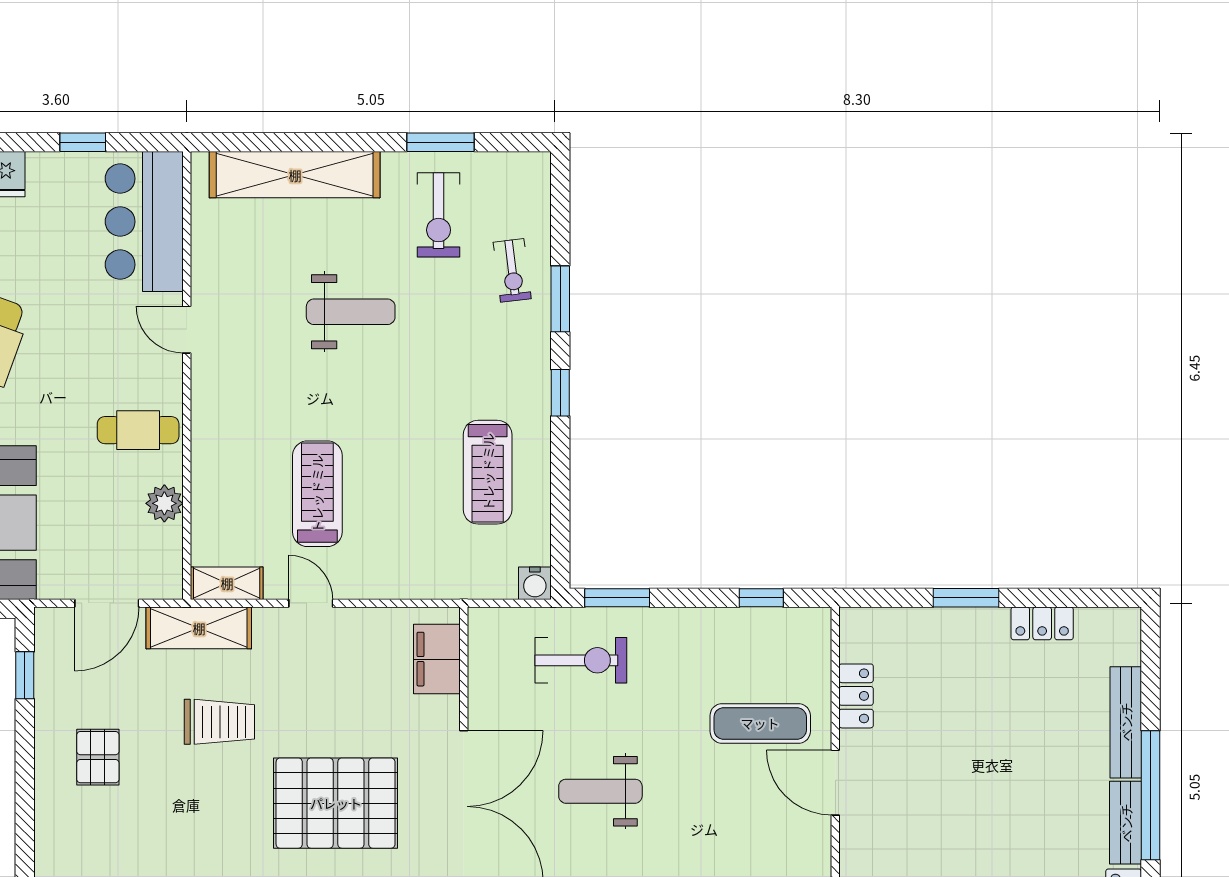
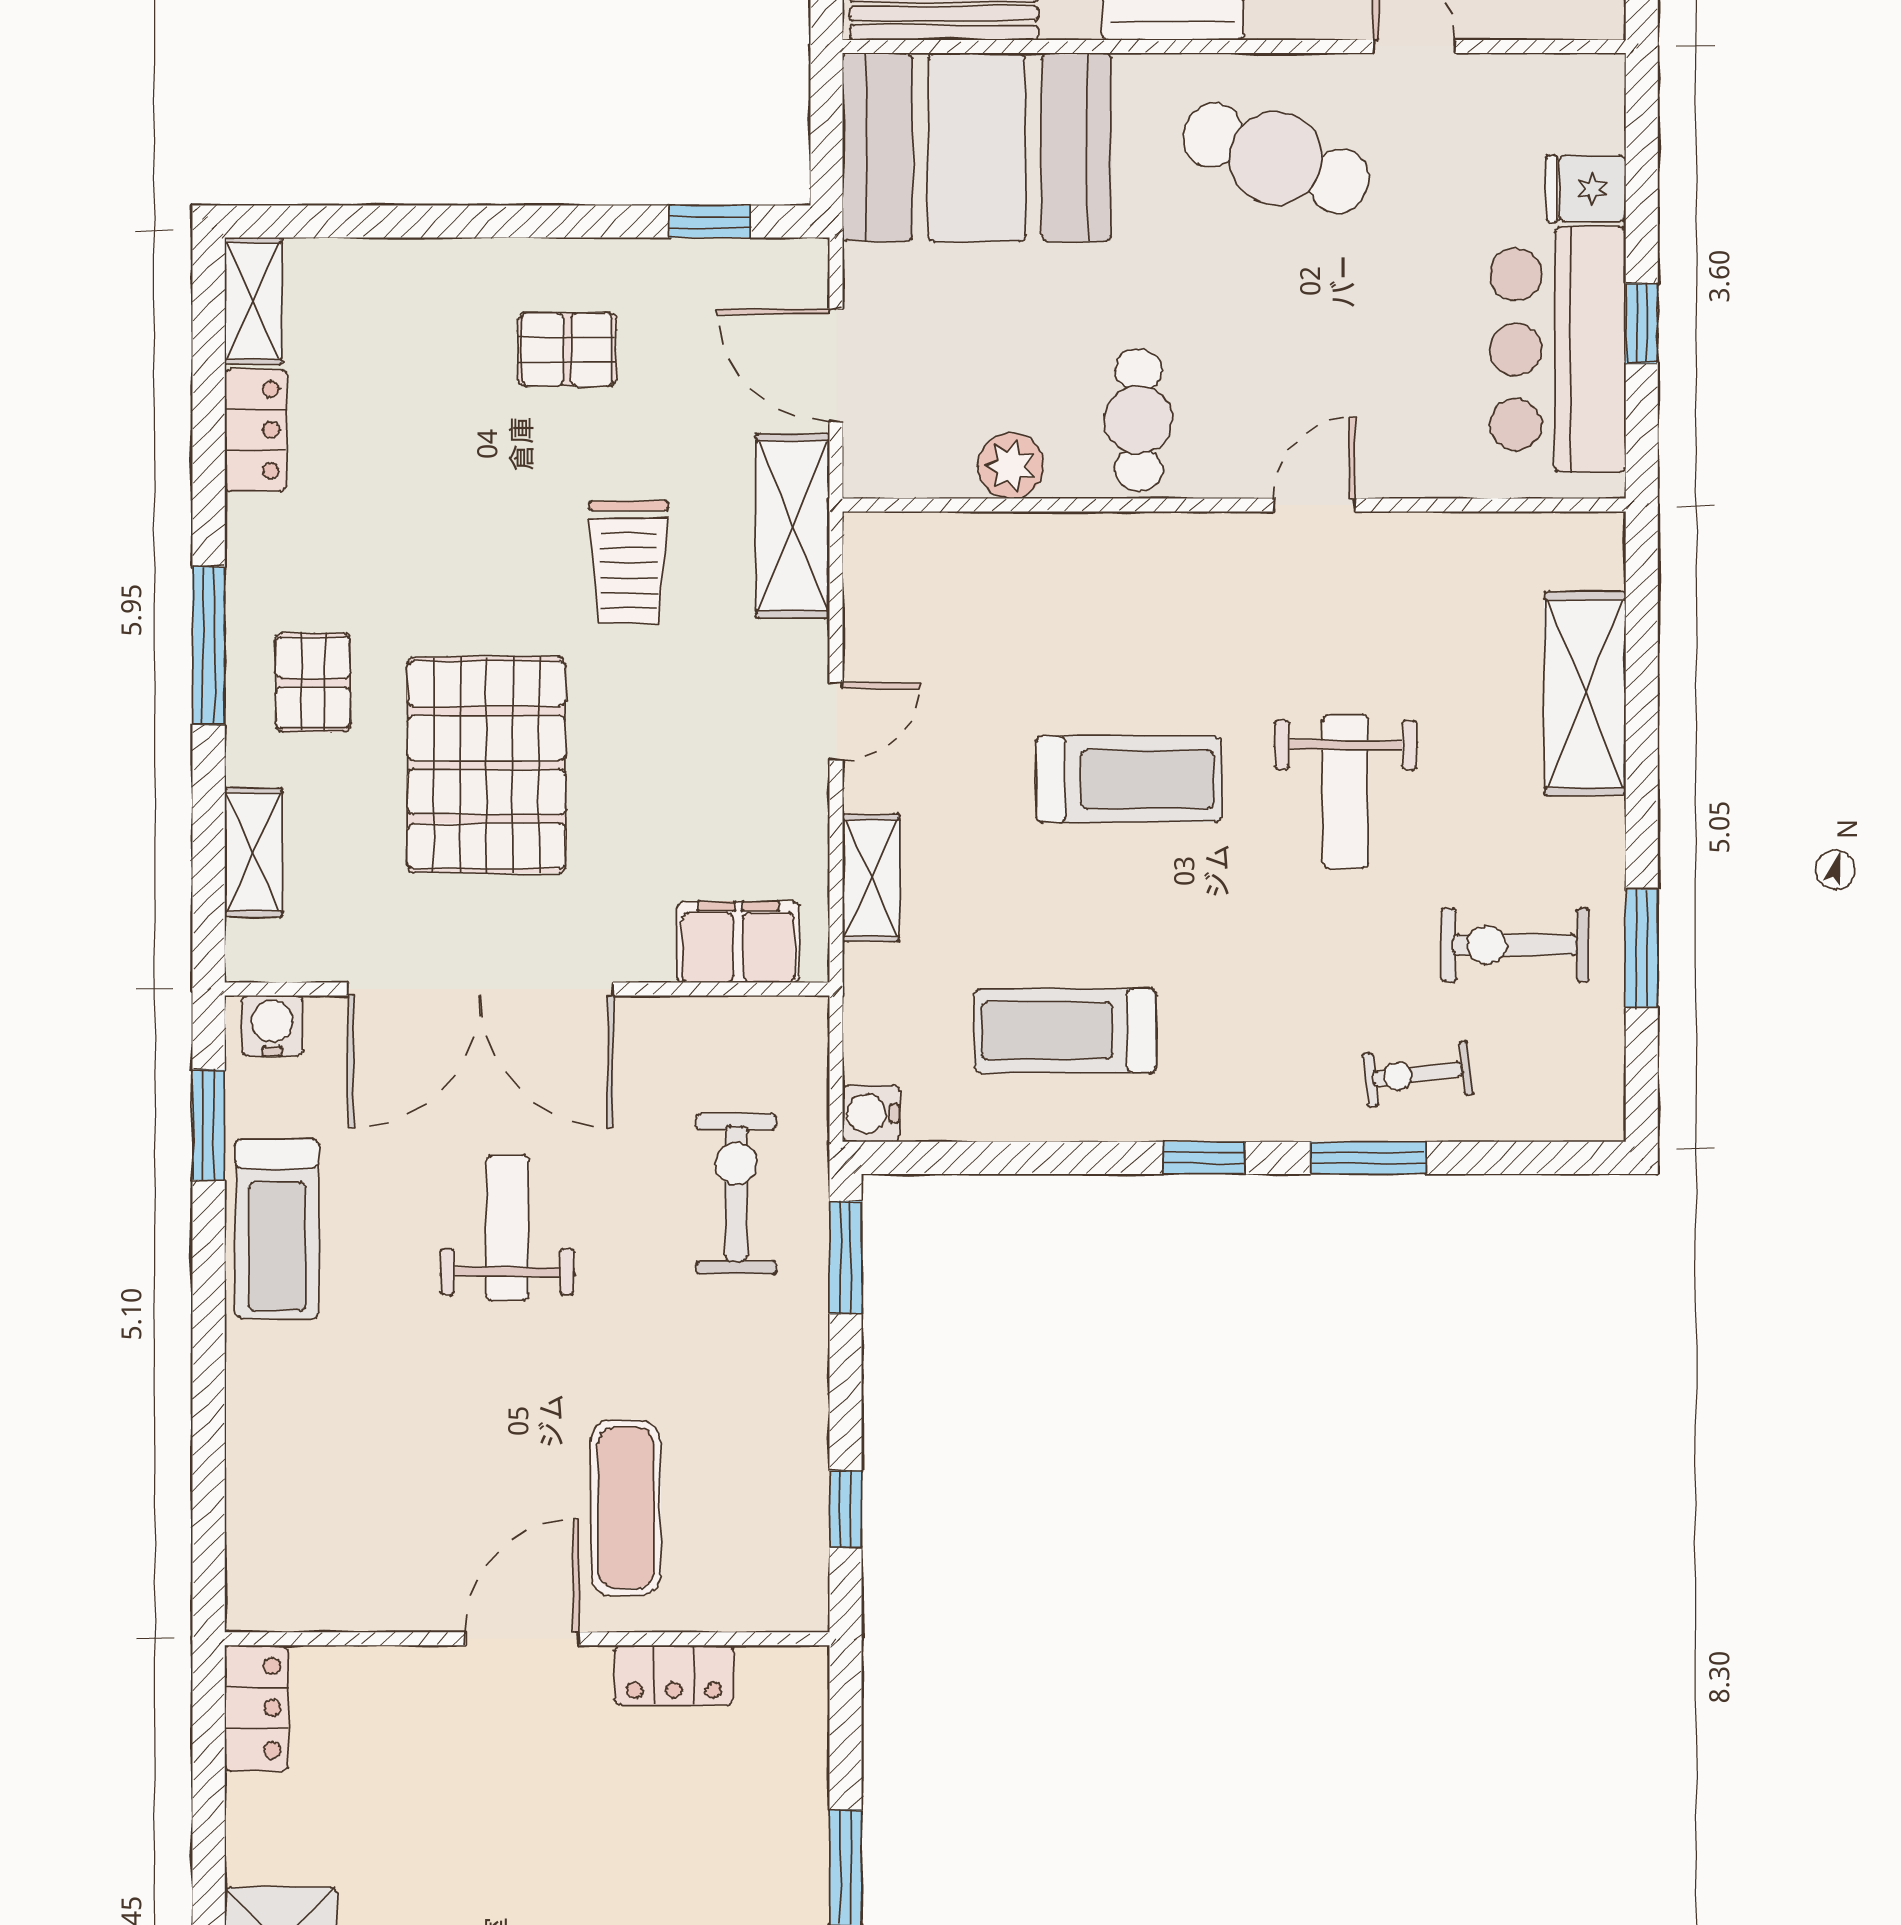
shelving: (295, 175) -> (1585, 694), width x0.68
bar counter: (144, 222) -> (1558, 350), moved, turned -90
treadmill: (317, 494) -> (1129, 779), moved
shelving: (227, 583) -> (871, 878), moved
exercise bike: (581, 660) -> (736, 1194), turned 180

